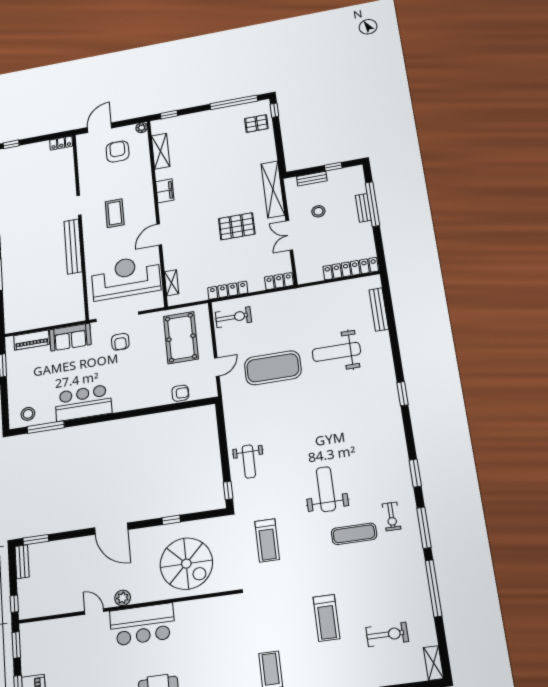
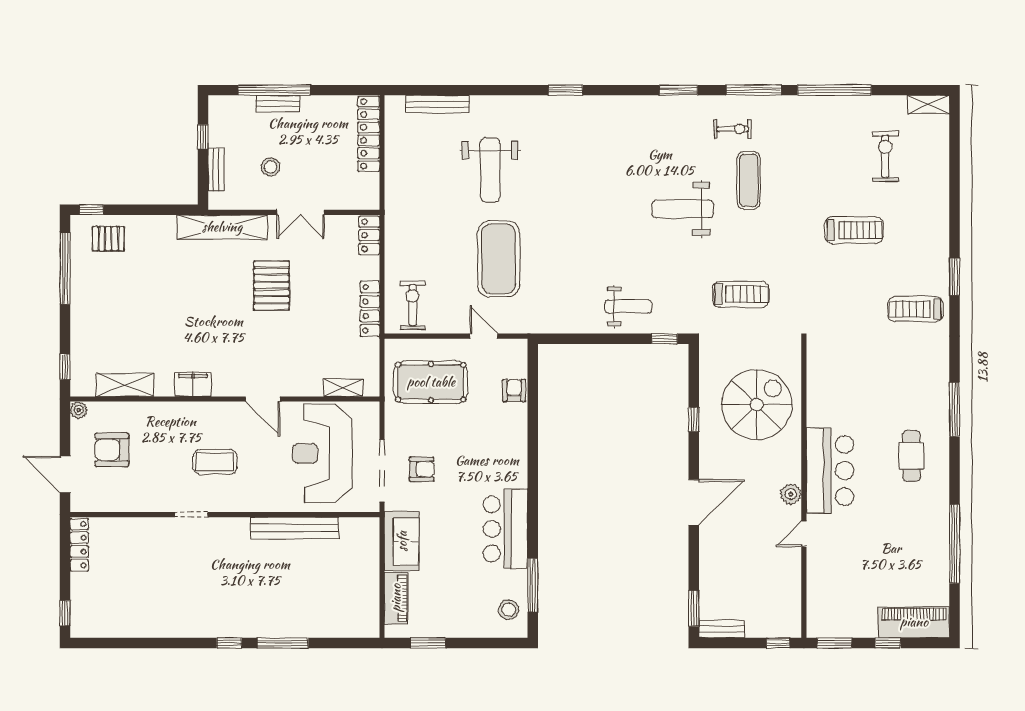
pallet: (256, 124) -> (108, 239), turned 90
locker: (61, 143) -> (79, 545), width x1.53
bench: (73, 246) -> (295, 528), moved

